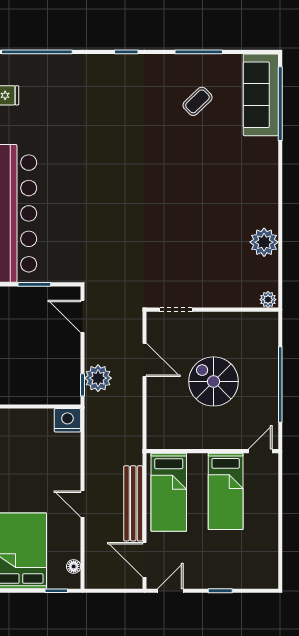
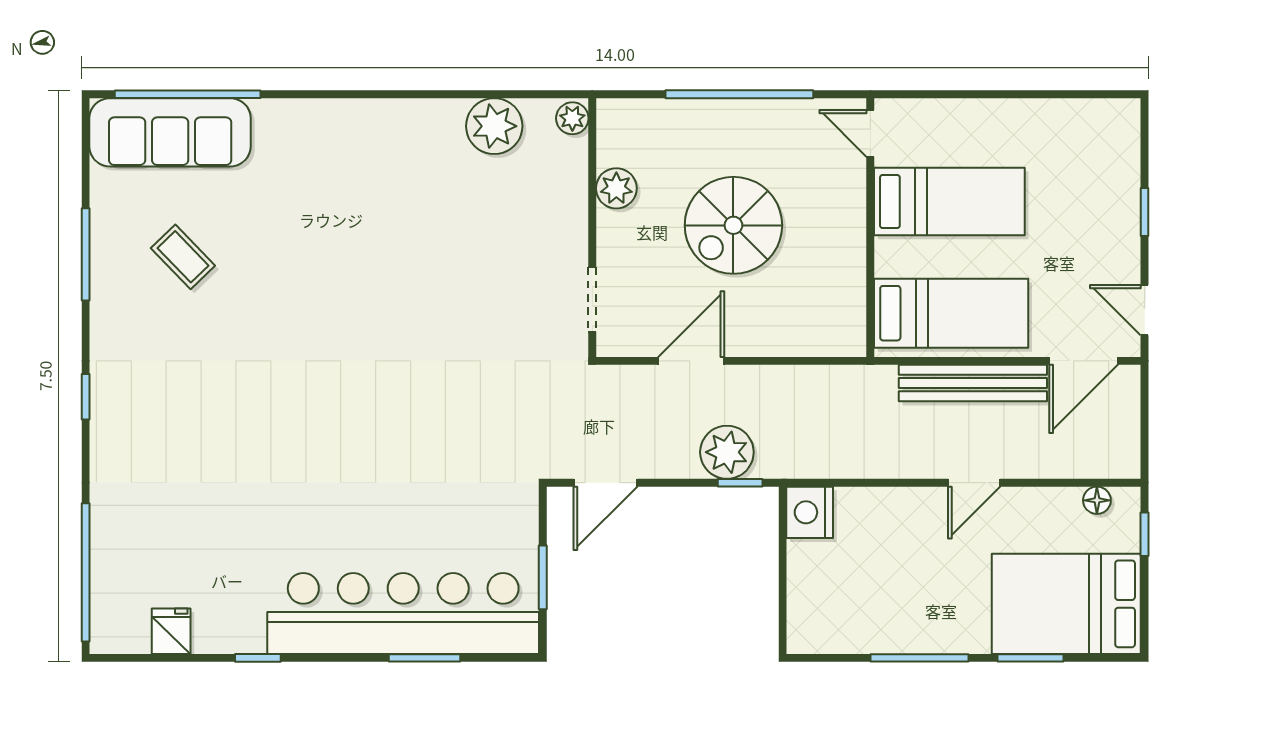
plant: (264, 242) -> (494, 126), moved
plant: (232, 322) -> (616, 188), added

